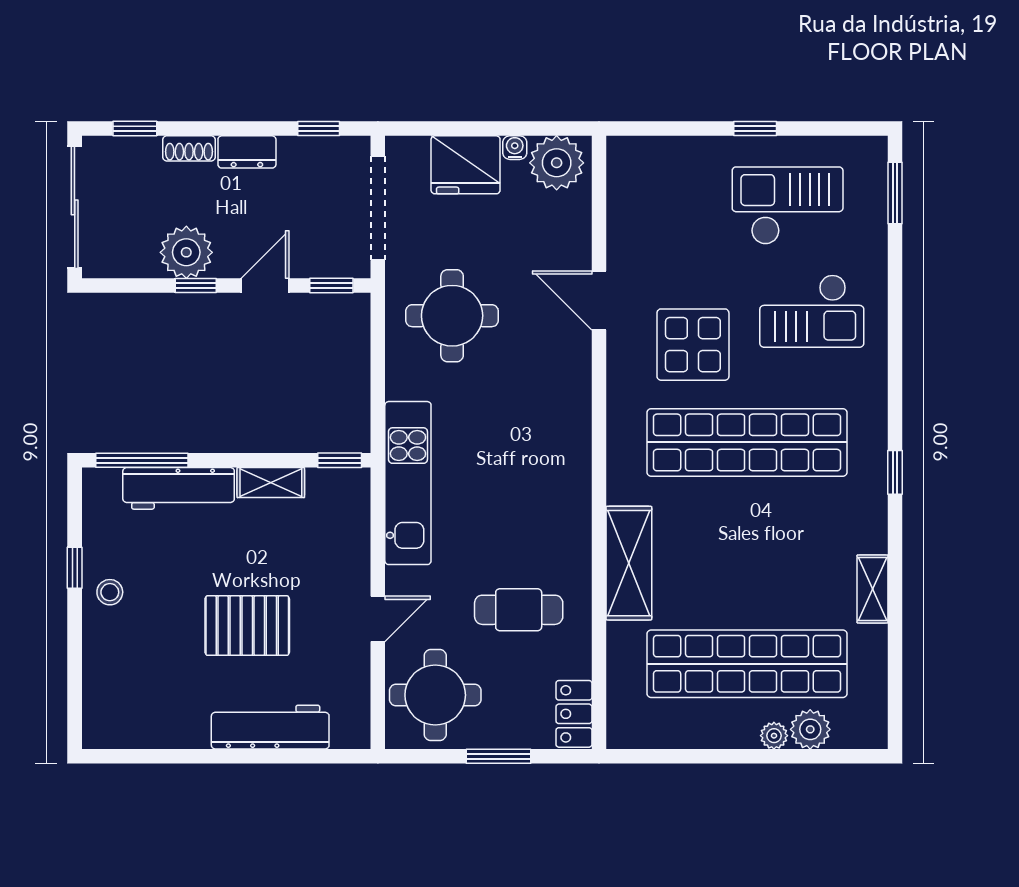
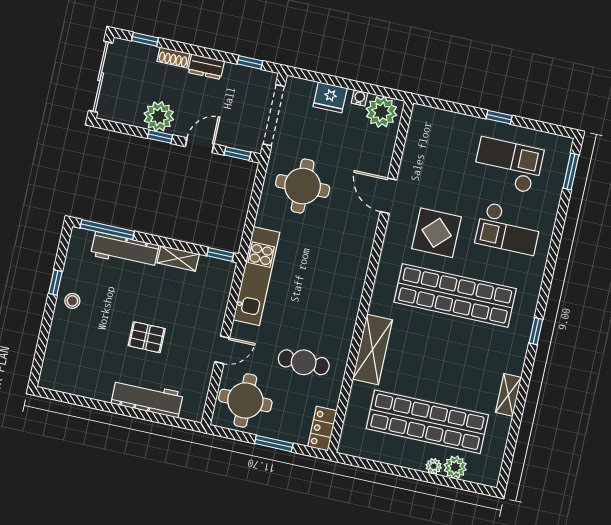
fridge: (466, 165) -> (330, 97), width x0.73, depth x0.75
pallet: (247, 626) -> (147, 337), width x0.67, depth x0.71

